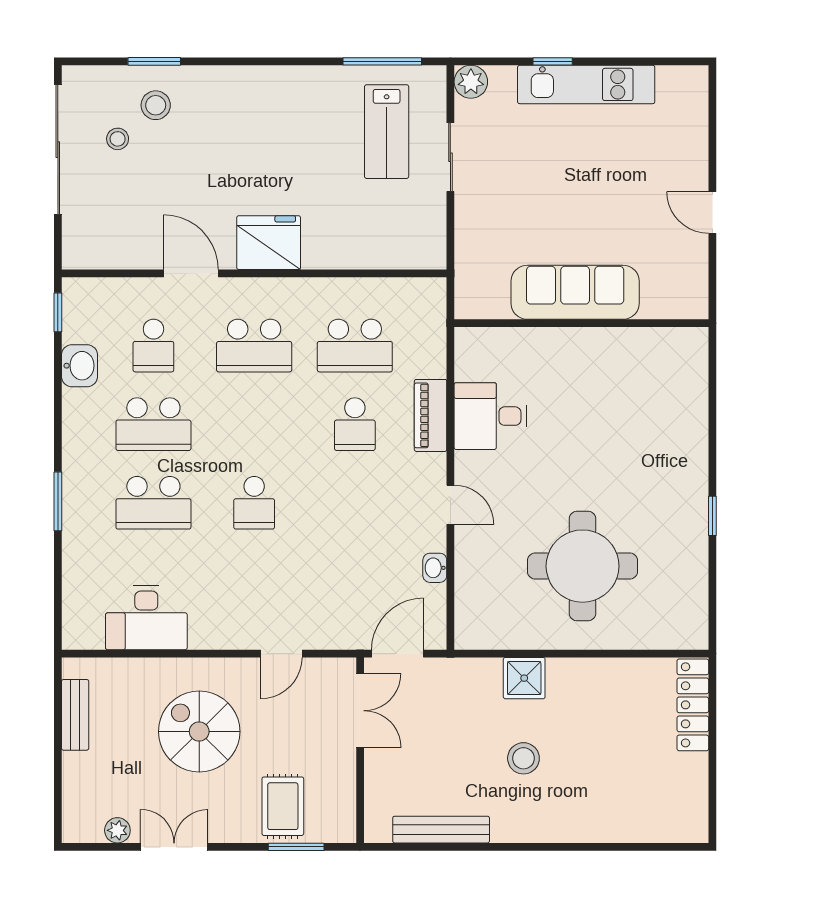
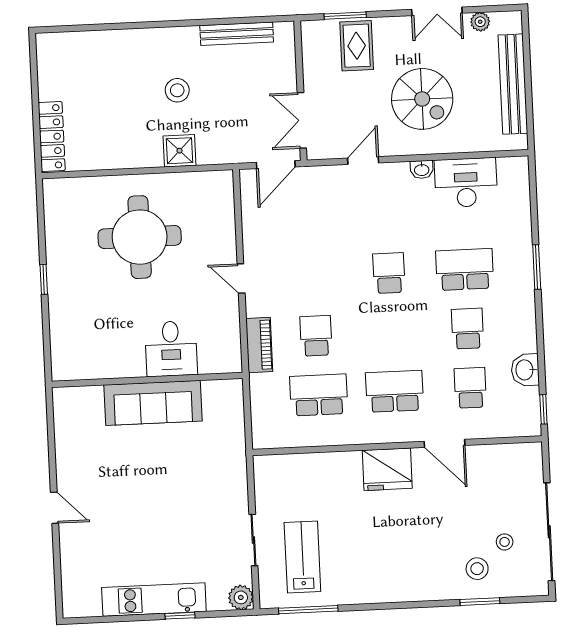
sofa: (575, 292) -> (153, 403), moved
wall: (581, 323) -> (147, 380), moved
desk: (490, 416) -> (171, 349), moved, turned 90
school desk: (153, 424) -> (467, 329), width x0.54
washbasin: (435, 568) -> (422, 170), moved, turned 90
bench: (75, 715) -> (513, 84), width x1.86, depth x1.21

